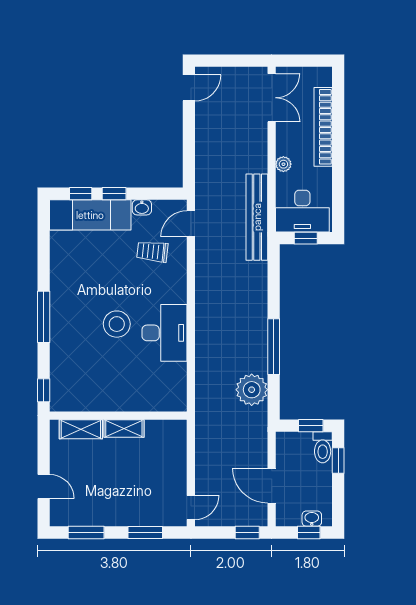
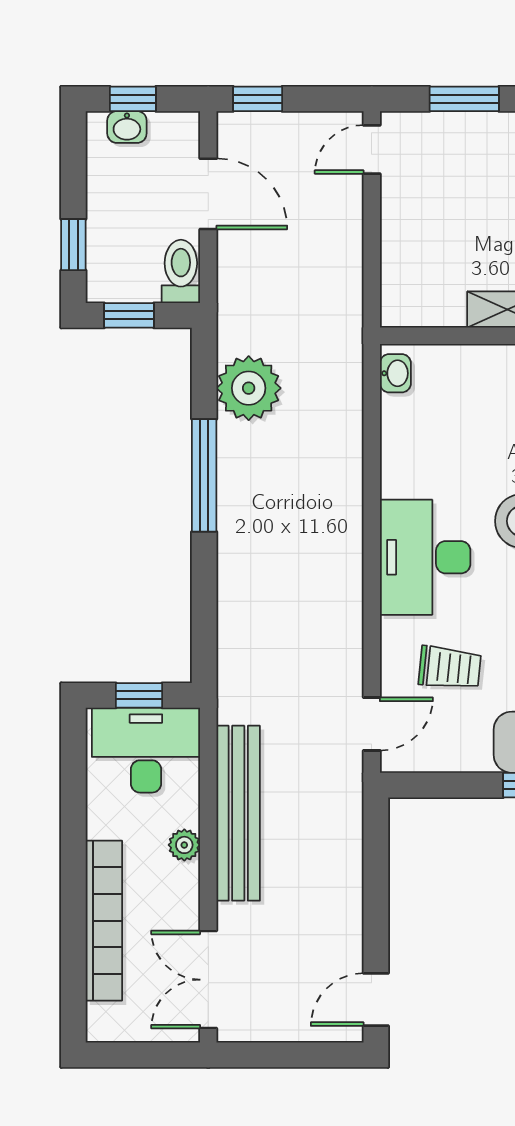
washbasin: (142, 207) -> (395, 373), moved, turned 90
bench: (257, 217) -> (238, 813), moved
desk: (165, 333) -> (425, 557), moved
toilet: (323, 447) -> (181, 271), moved

